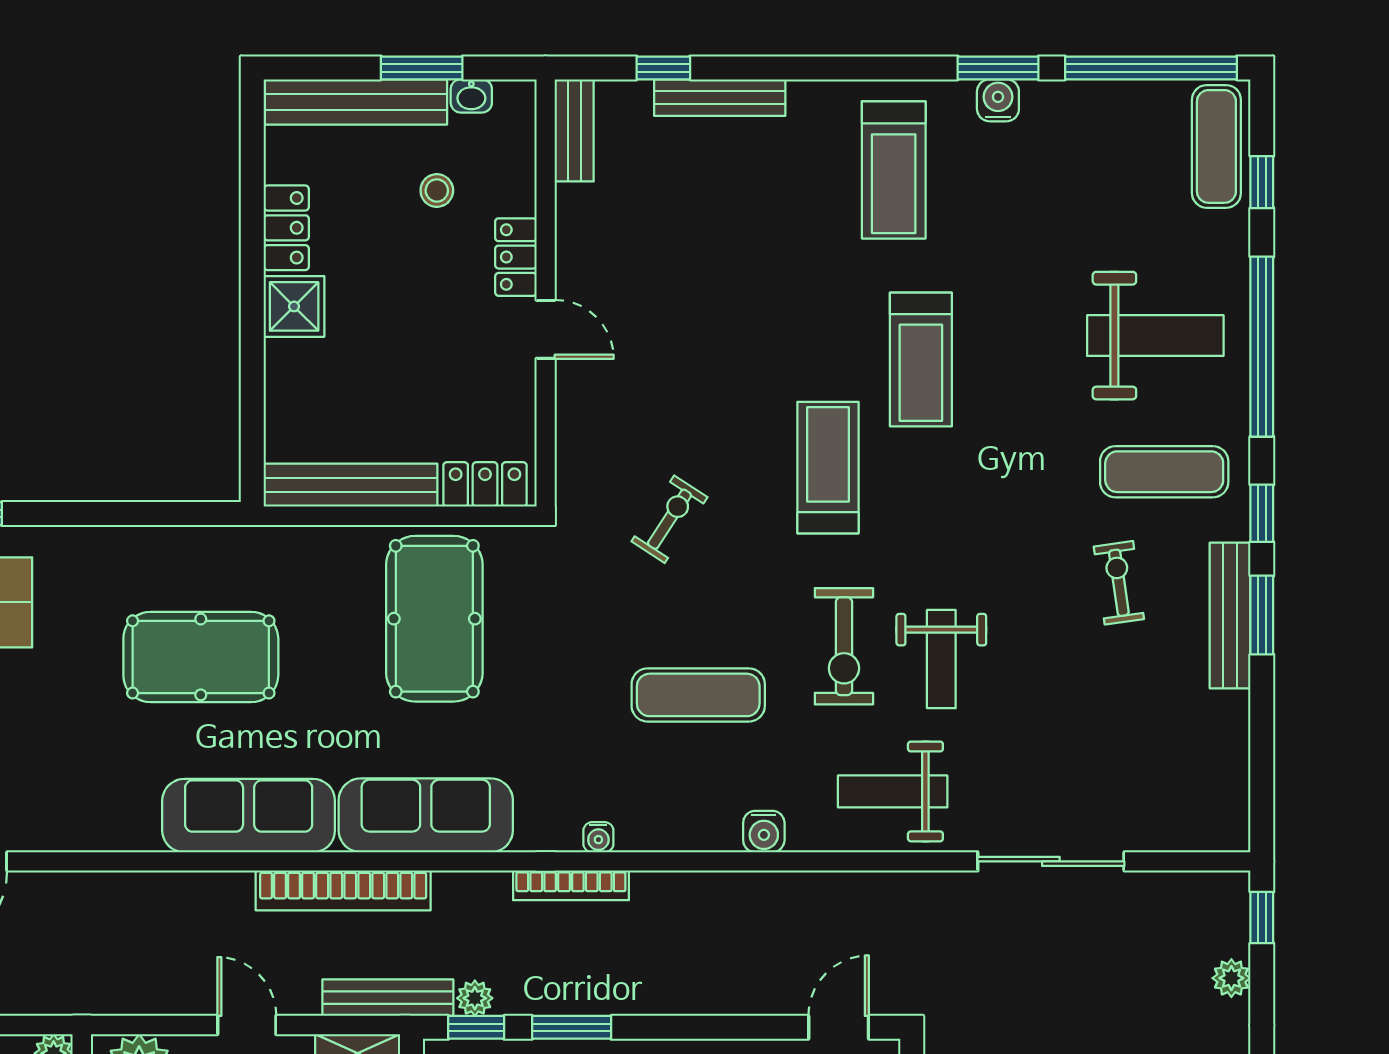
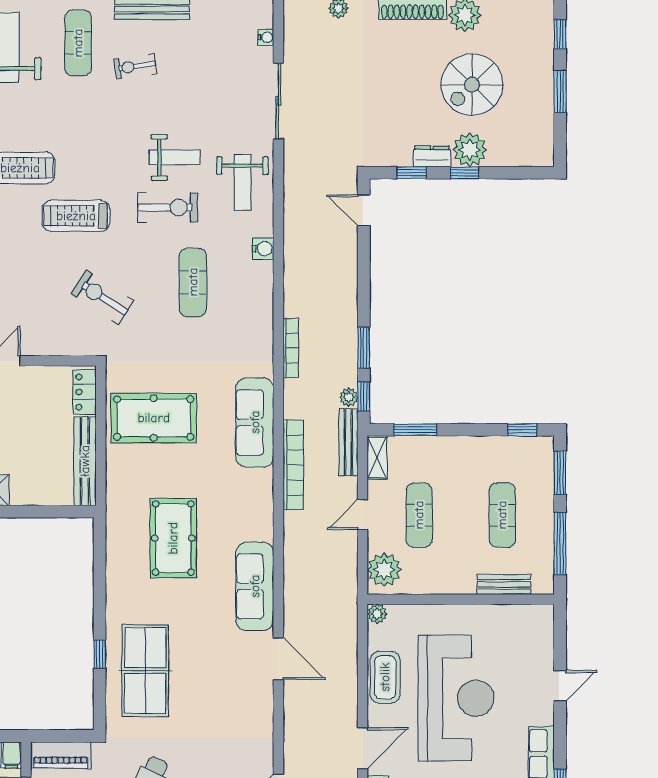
exercise bike: (669, 519) -> (103, 297), width x1.38, depth x1.39
sofa: (249, 816) -> (255, 586), moved
water cooler: (598, 837) -> (266, 37), moved

